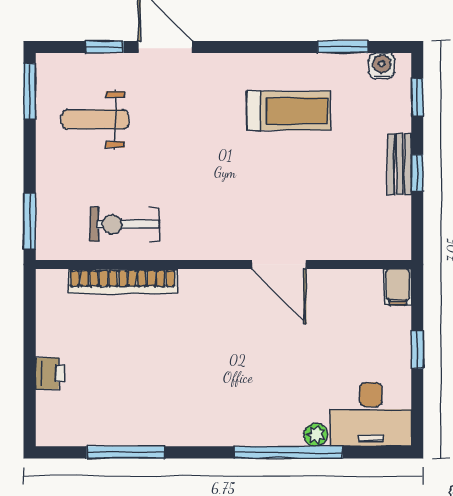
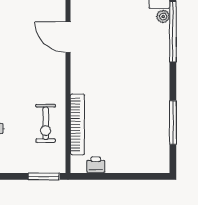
door: (279, 264) -> (68, 37), swing flipped
printer: (50, 373) -> (96, 165), moved

